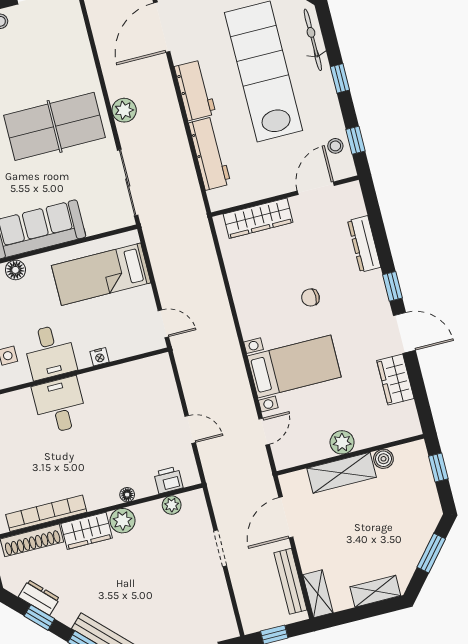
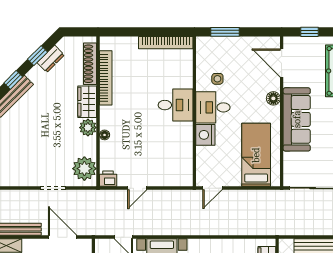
nightstand: (100, 357) -> (205, 135), width x1.89, depth x1.79
printer: (168, 480) -> (108, 179), moved, turned -90
plant: (172, 505) -> (84, 169), width x1.88, depth x1.88

